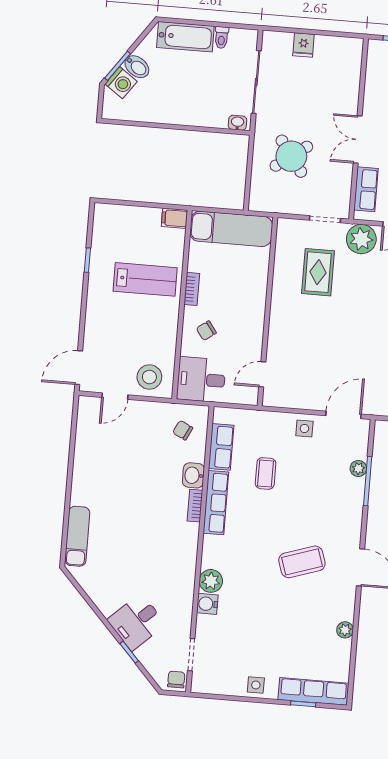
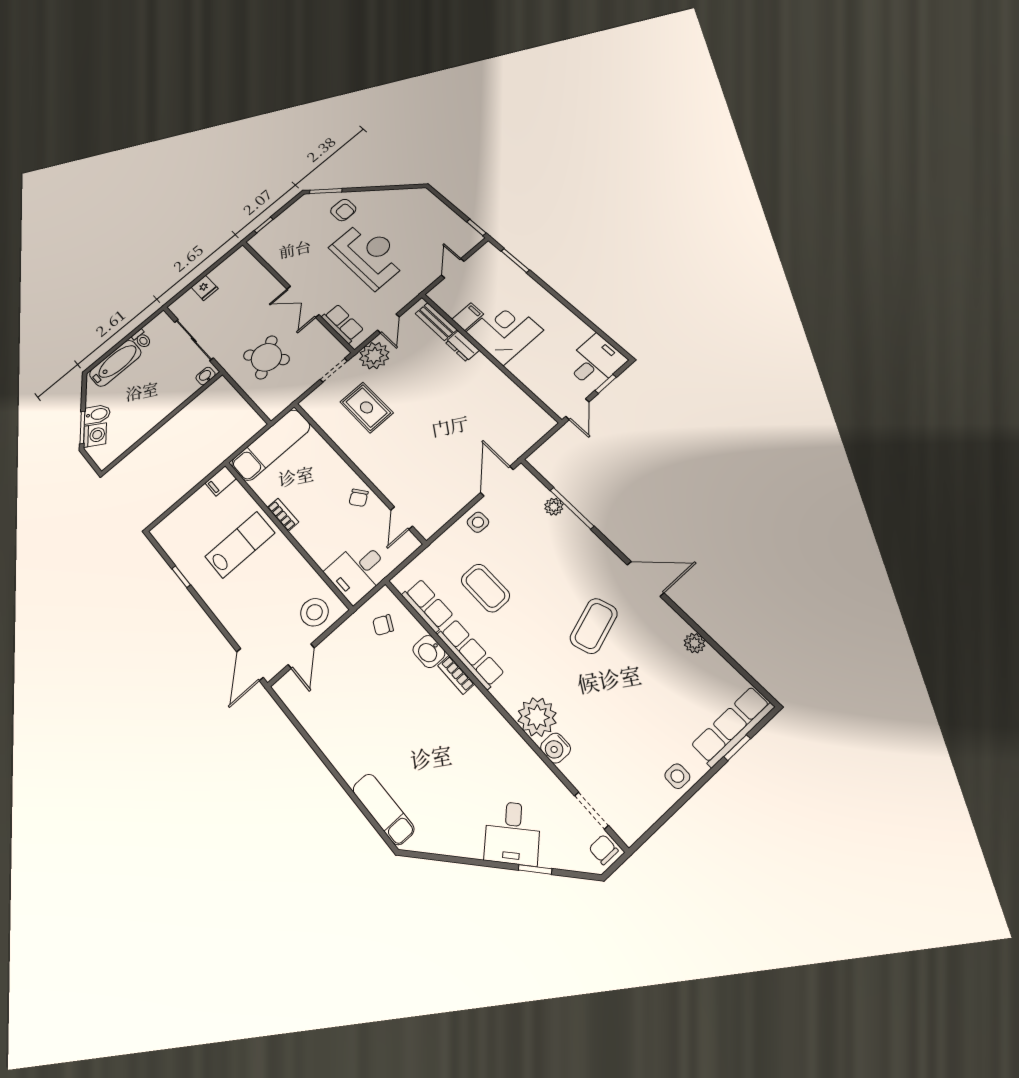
chair: (206, 331) -> (359, 498), moved
coffee table: (266, 473) -> (485, 588), width x1.36, depth x1.30
plant: (211, 581) -> (537, 717), width x1.36, depth x1.36

